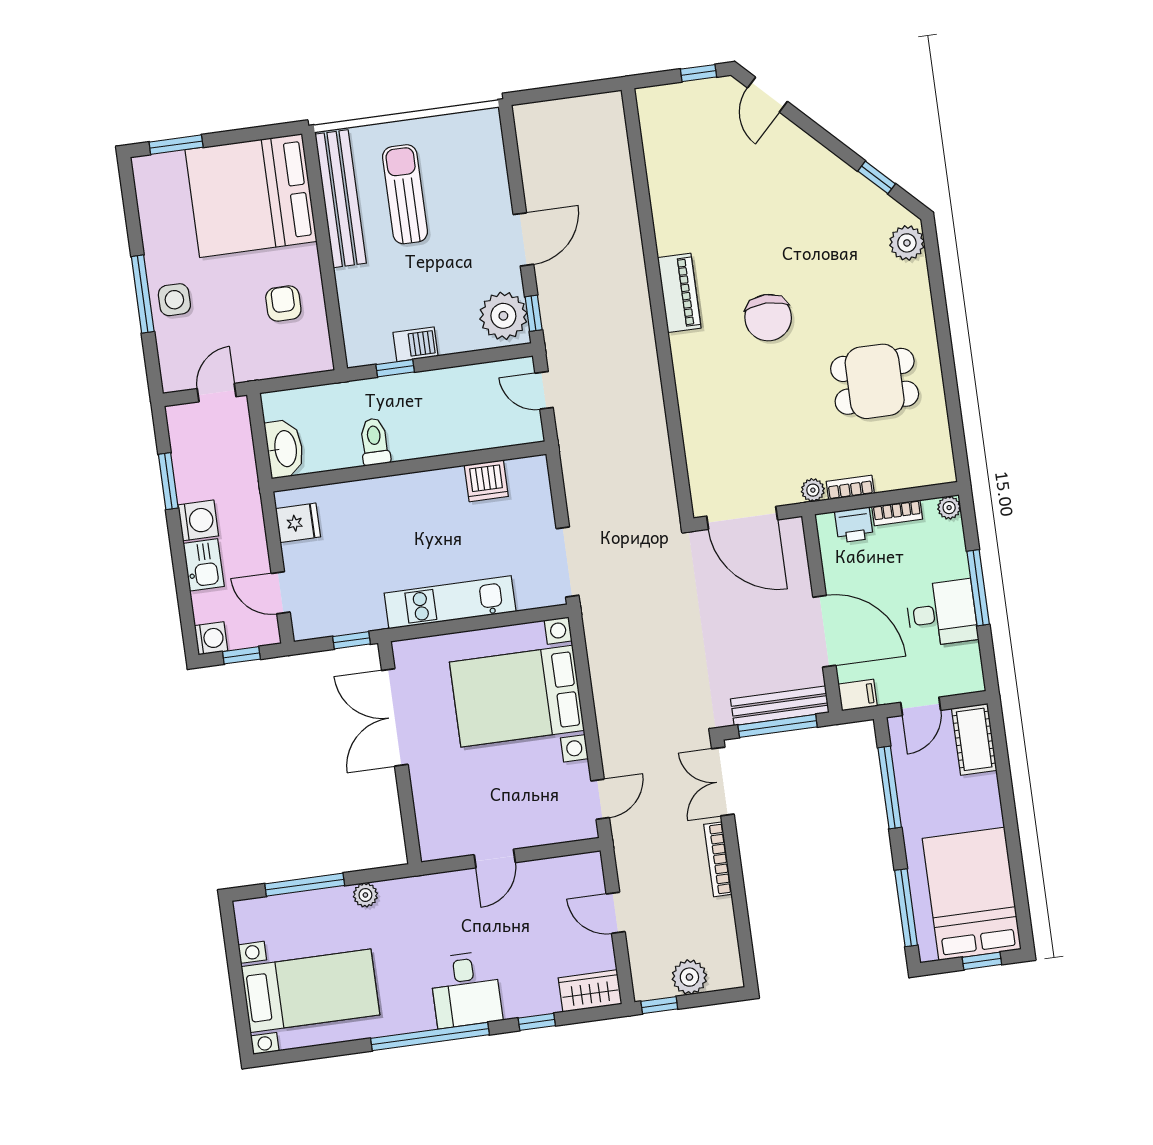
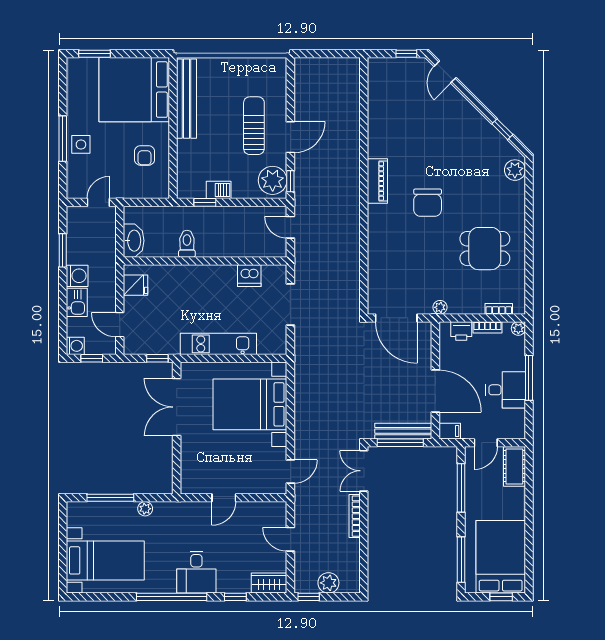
sun lounger: (405, 194) -> (254, 126), moved
armchair: (283, 304) -> (145, 155), turned 180
bookcase: (850, 488) -> (499, 309), moved
doorway: (568, 562) -> (290, 305), moved

